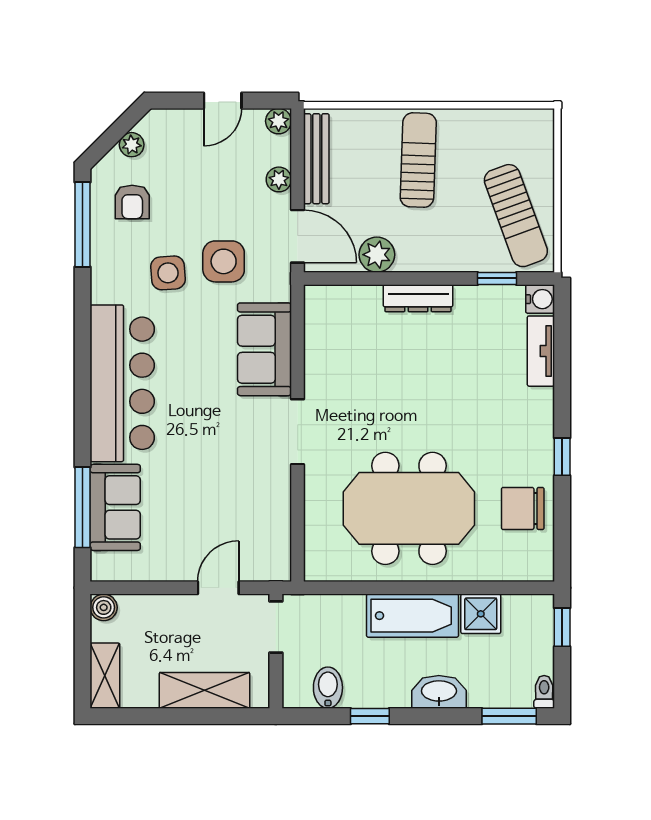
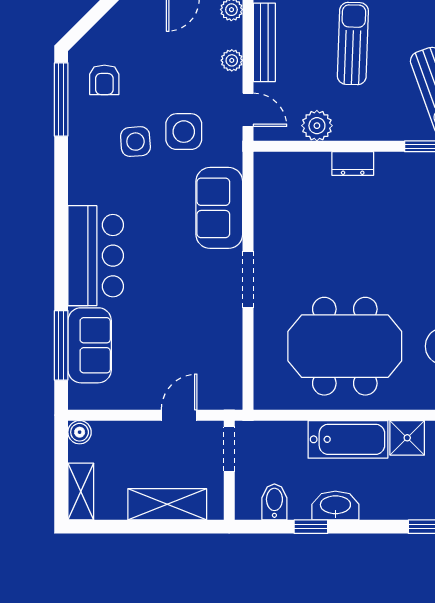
plant: (132, 145) -> (104, 30), removed
door: (298, 236) -> (248, 110), width x0.73
dresser: (418, 298) -> (353, 164), width x0.70
bar counter: (122, 383) -> (96, 256), width x0.73
washbasin: (439, 692) -> (335, 506), moved

